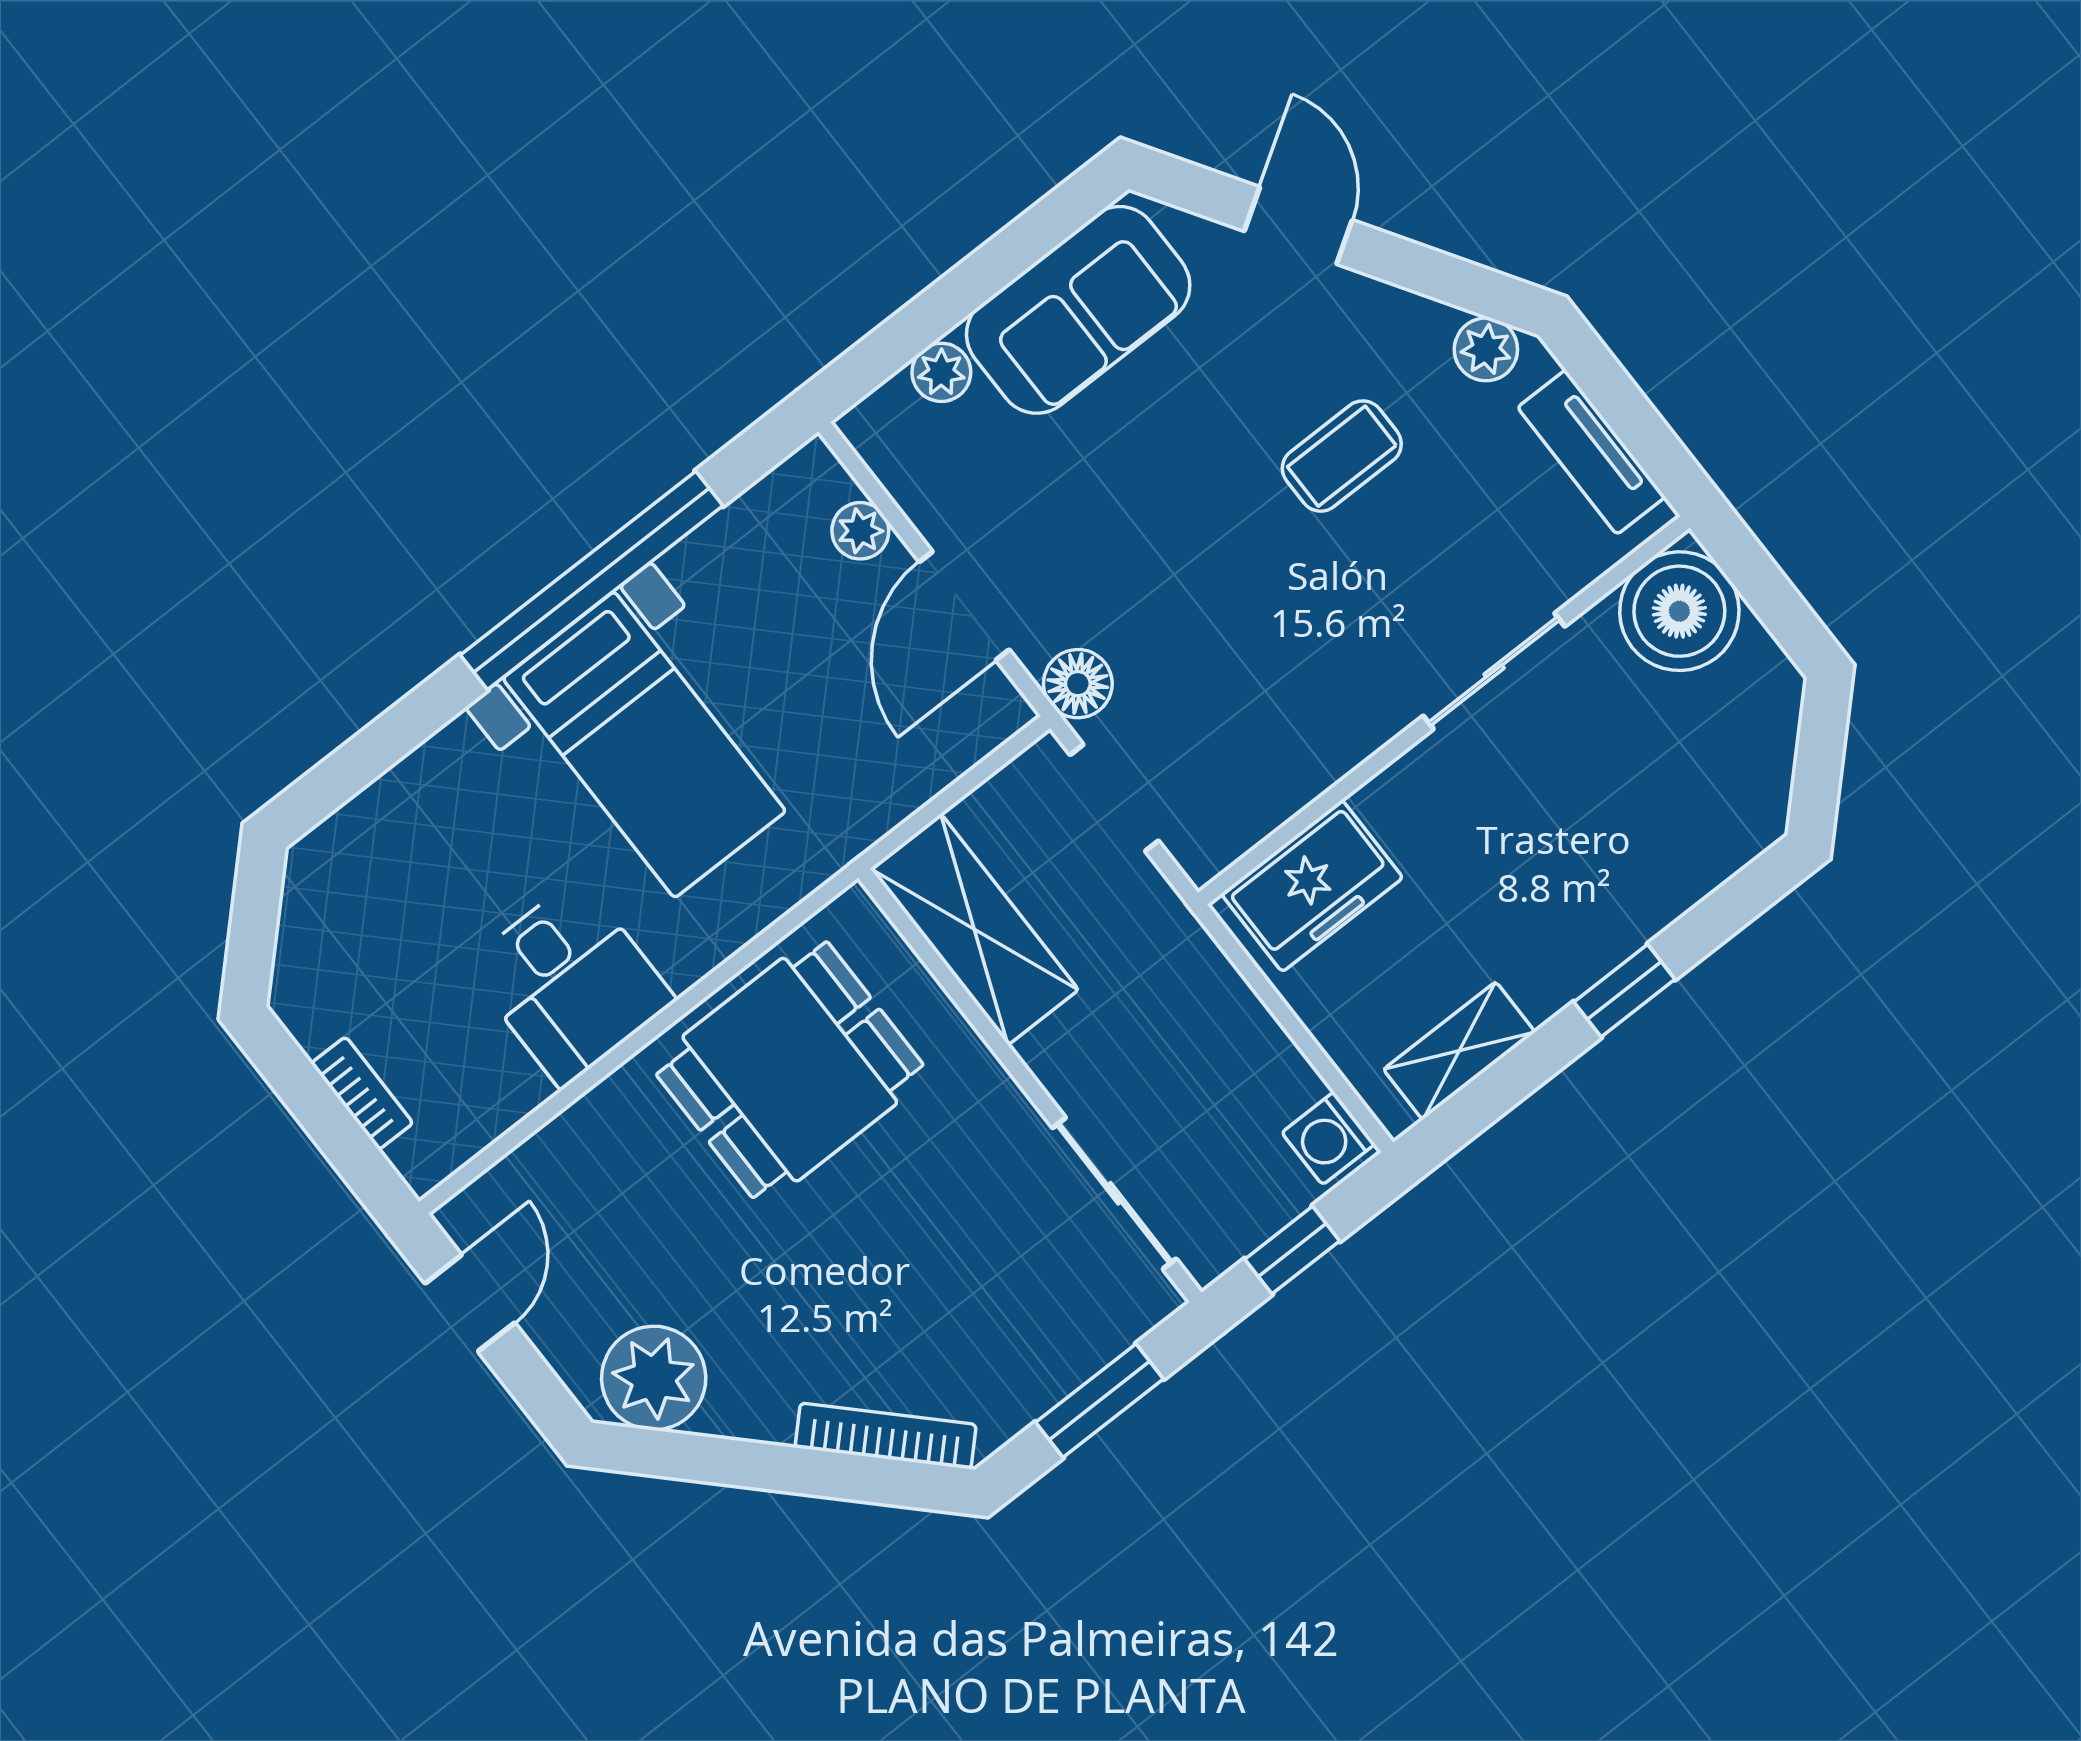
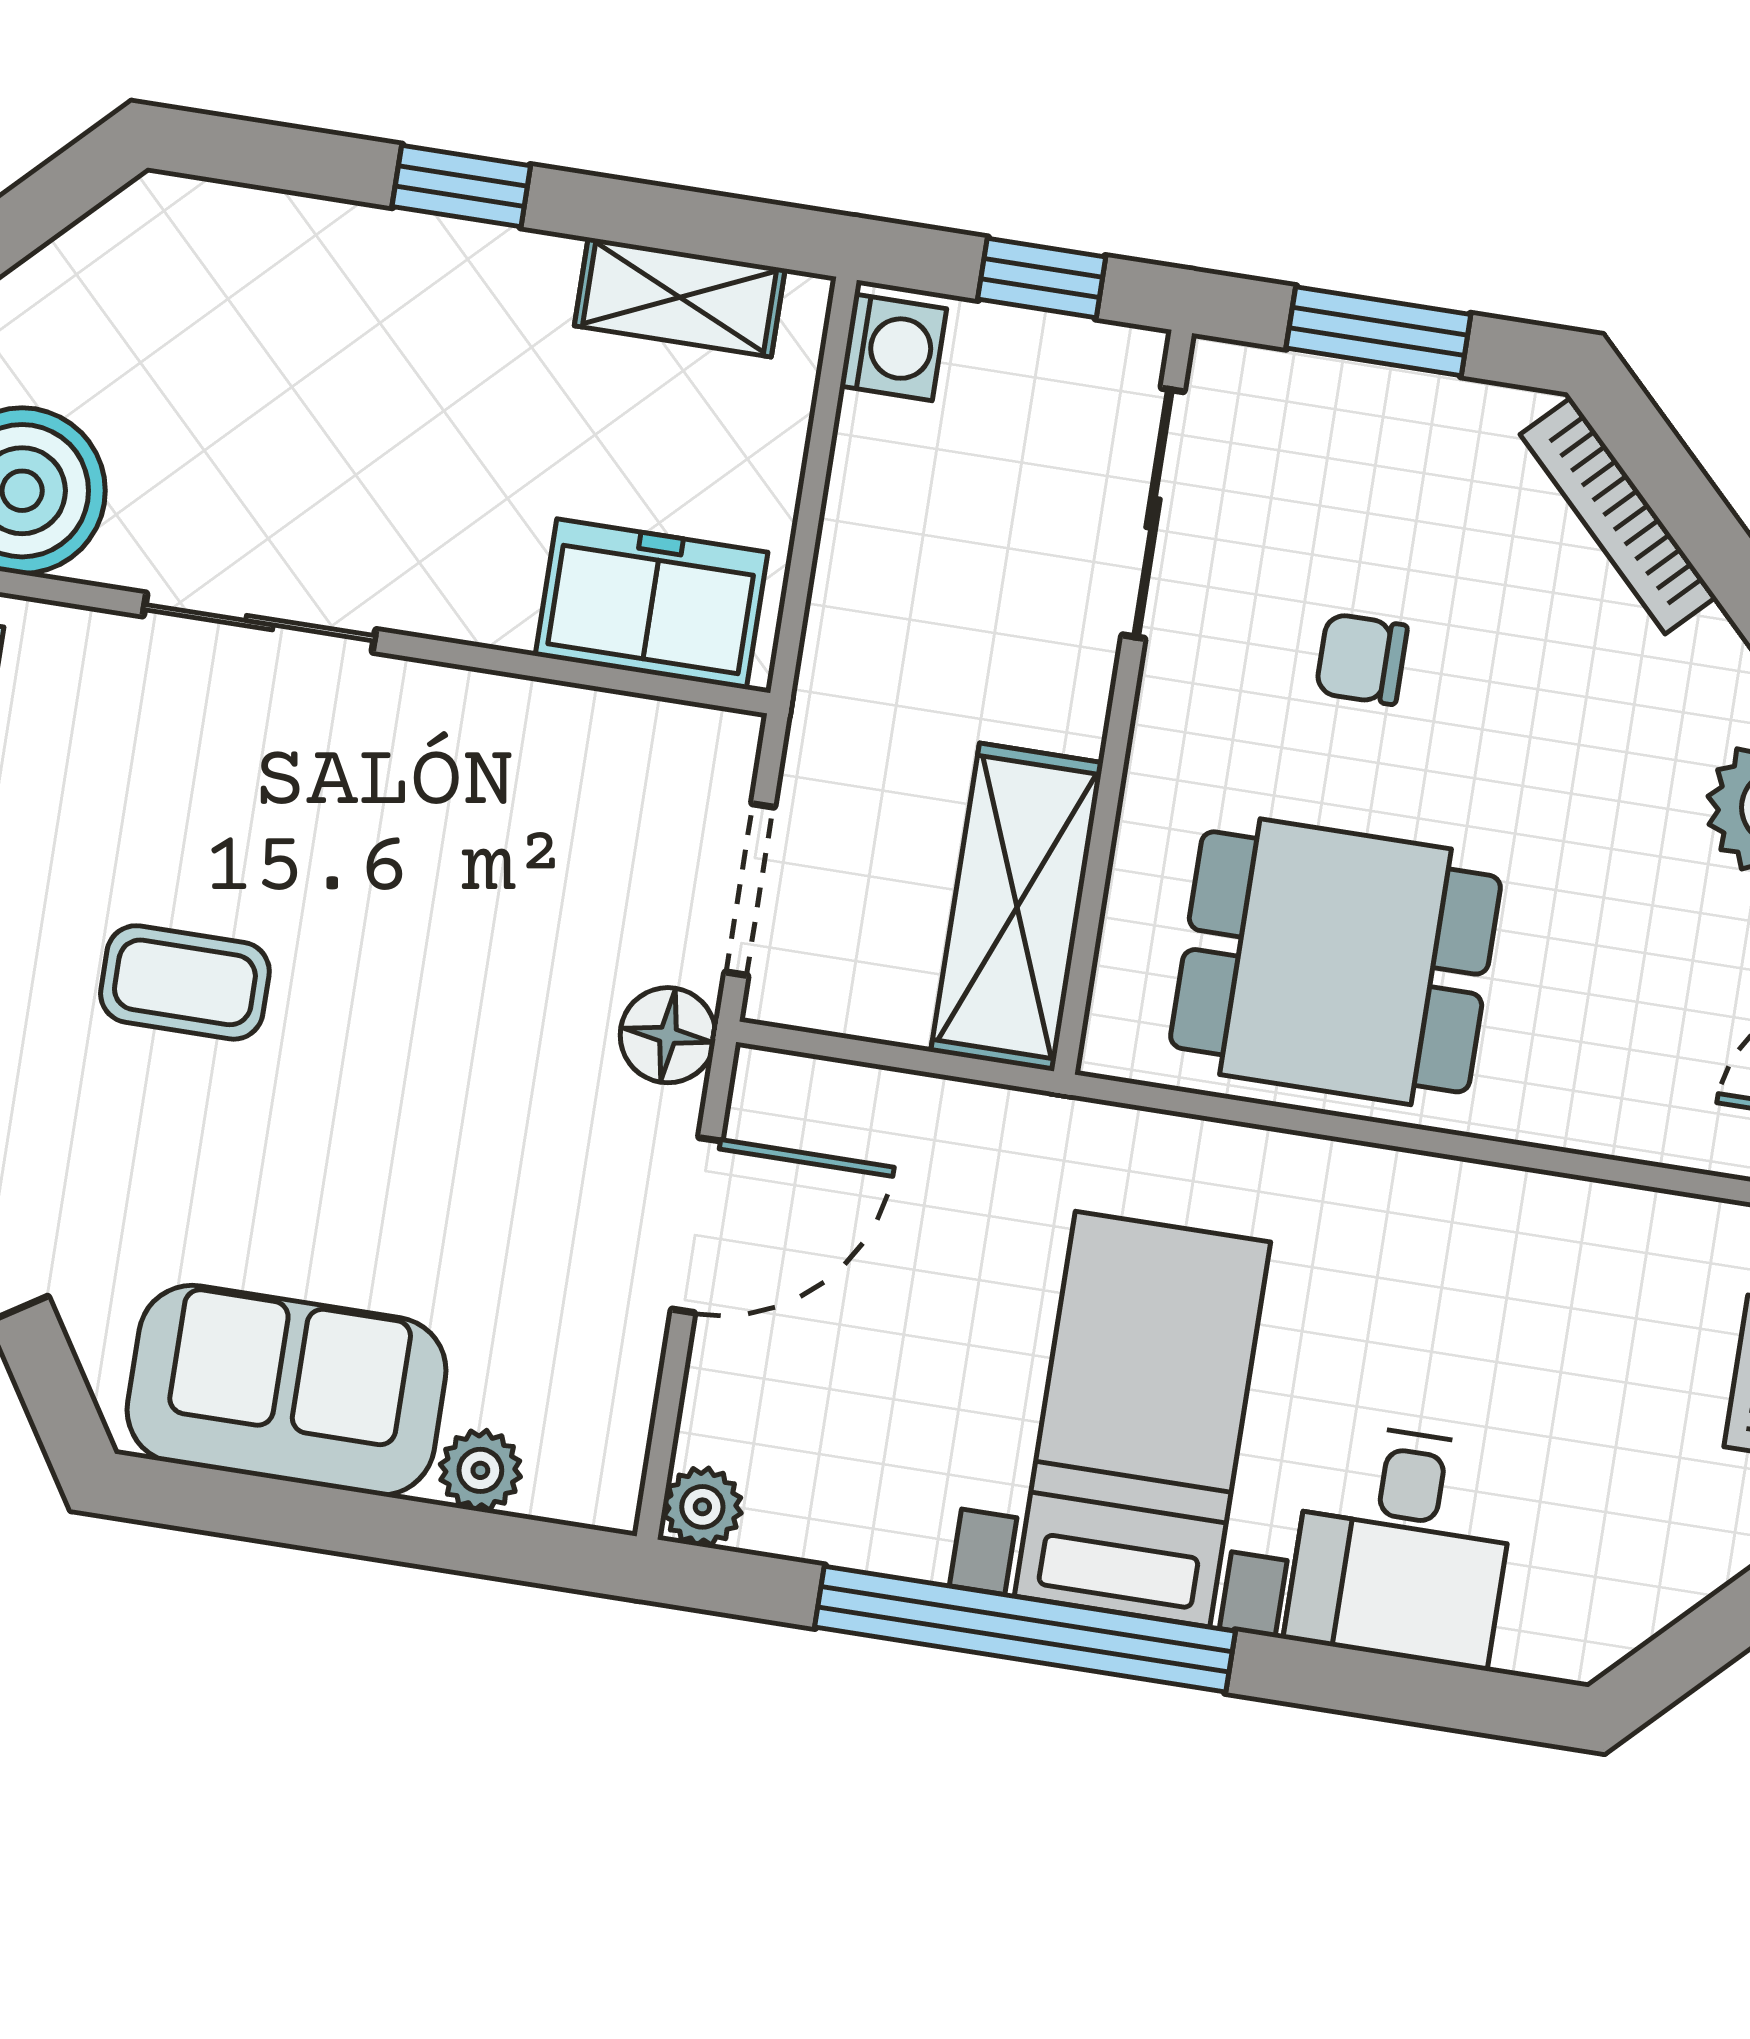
plant: (860, 531) -> (702, 1507), moved
desk: (570, 983) -> (1402, 1545), moved, turned 180
chair: (936, 1231) -> (1362, 659), added

